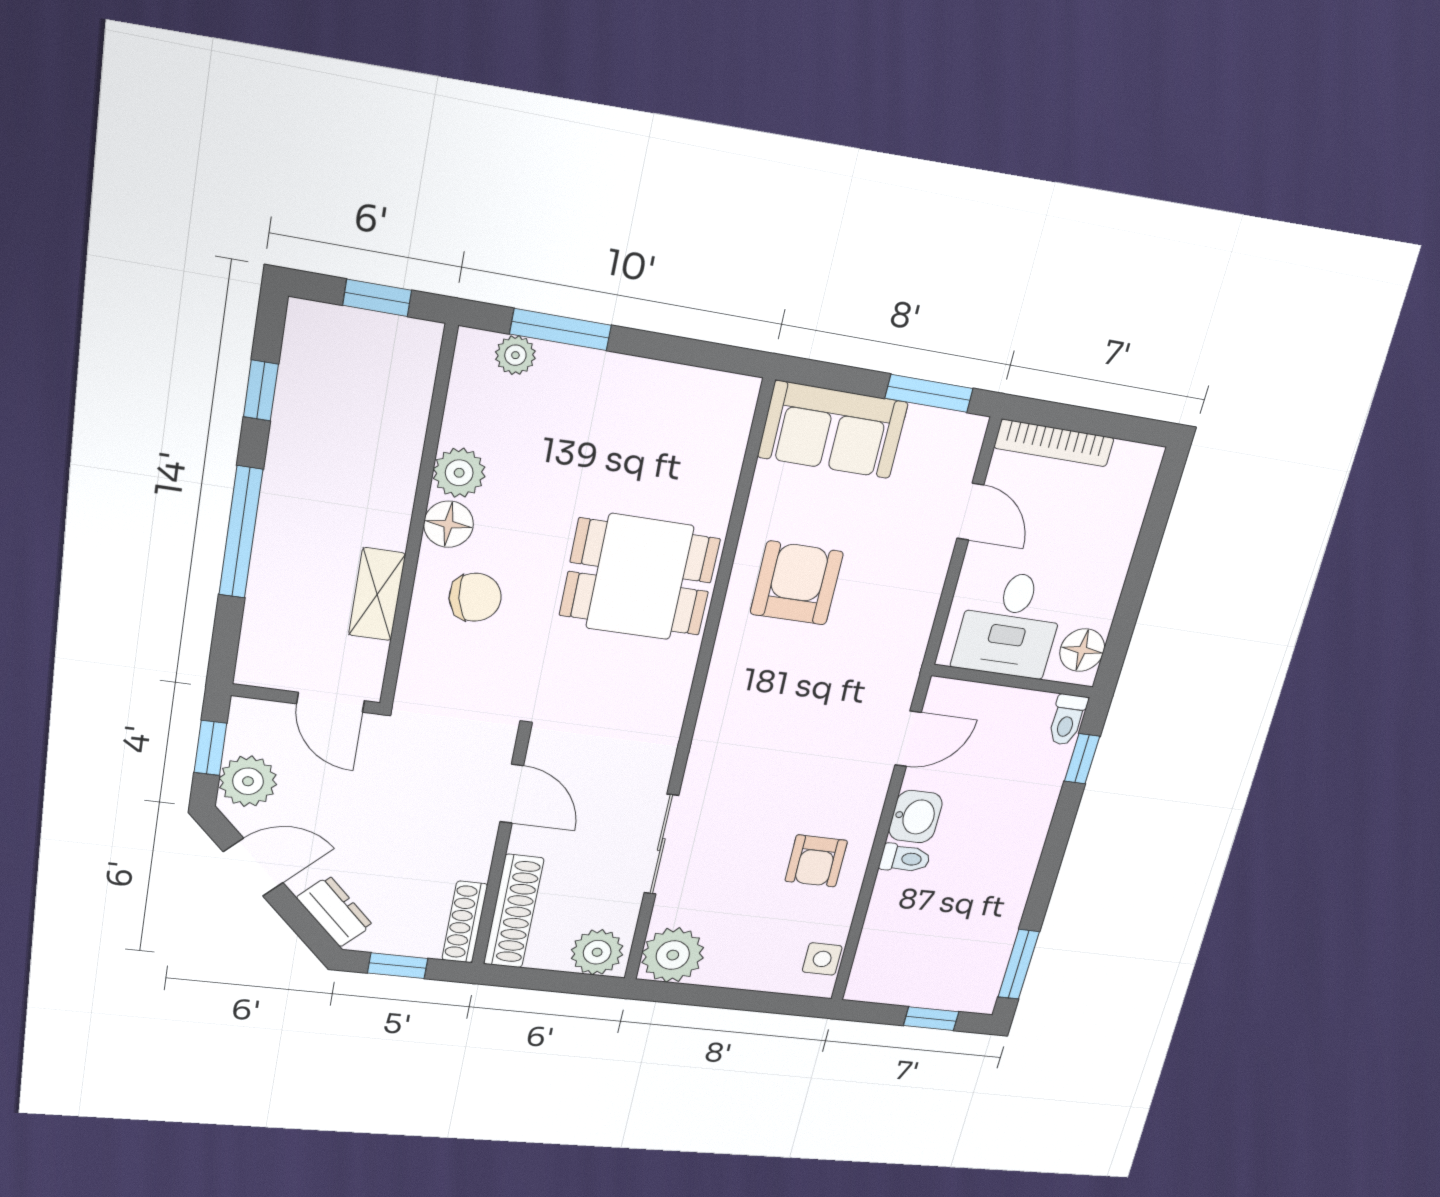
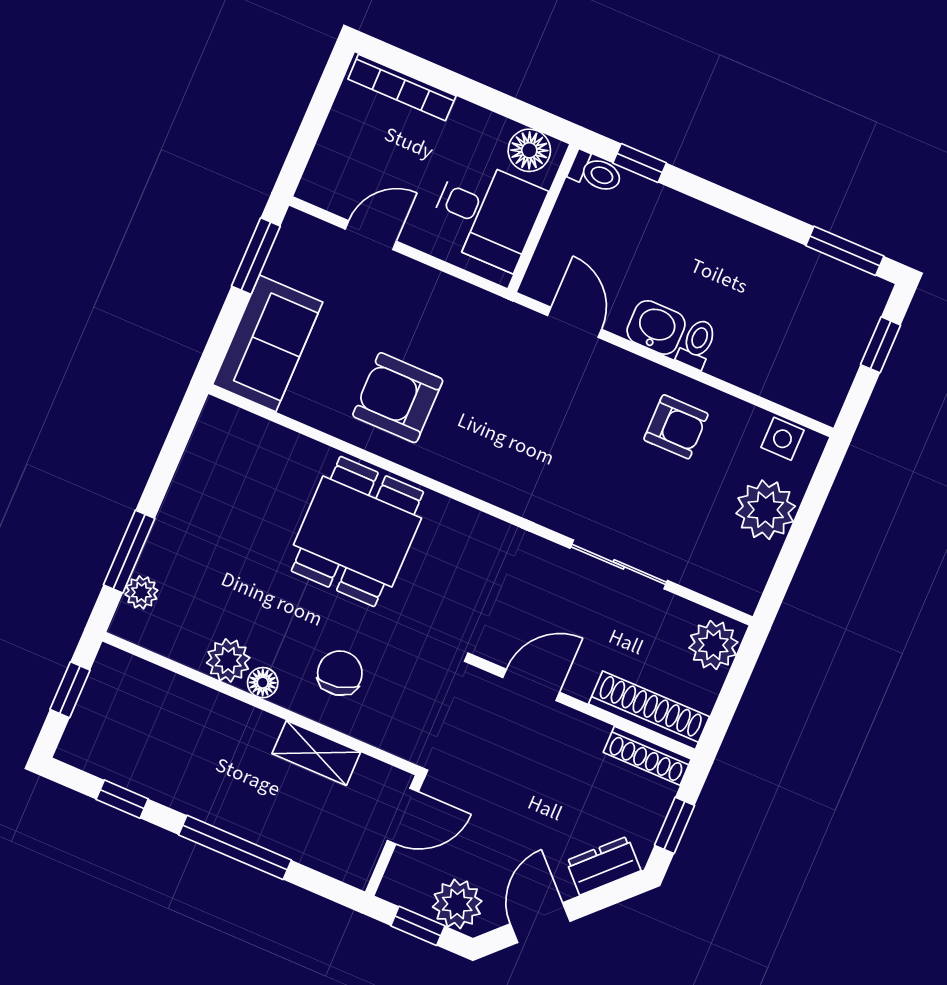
bookcase: (1054, 443) -> (402, 88), moved, turned 90
floor lamp: (448, 524) -> (263, 683), width x0.73, depth x0.73
plant: (673, 955) -> (766, 510), moved

